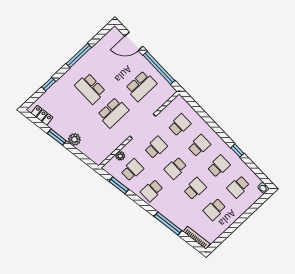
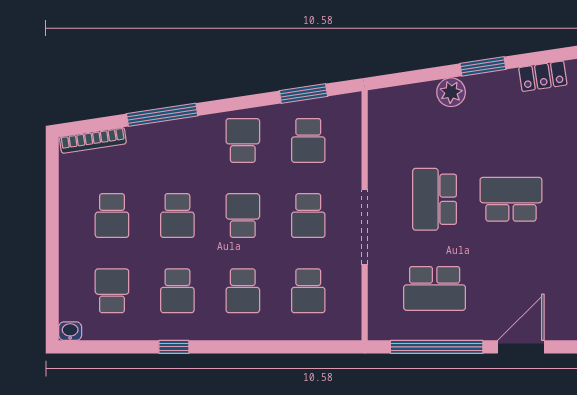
school desk: (141, 86) -> (435, 288), turned -90
plant: (120, 156) -> (351, 142), removed
school desk: (215, 209) -> (112, 216), turned 180

